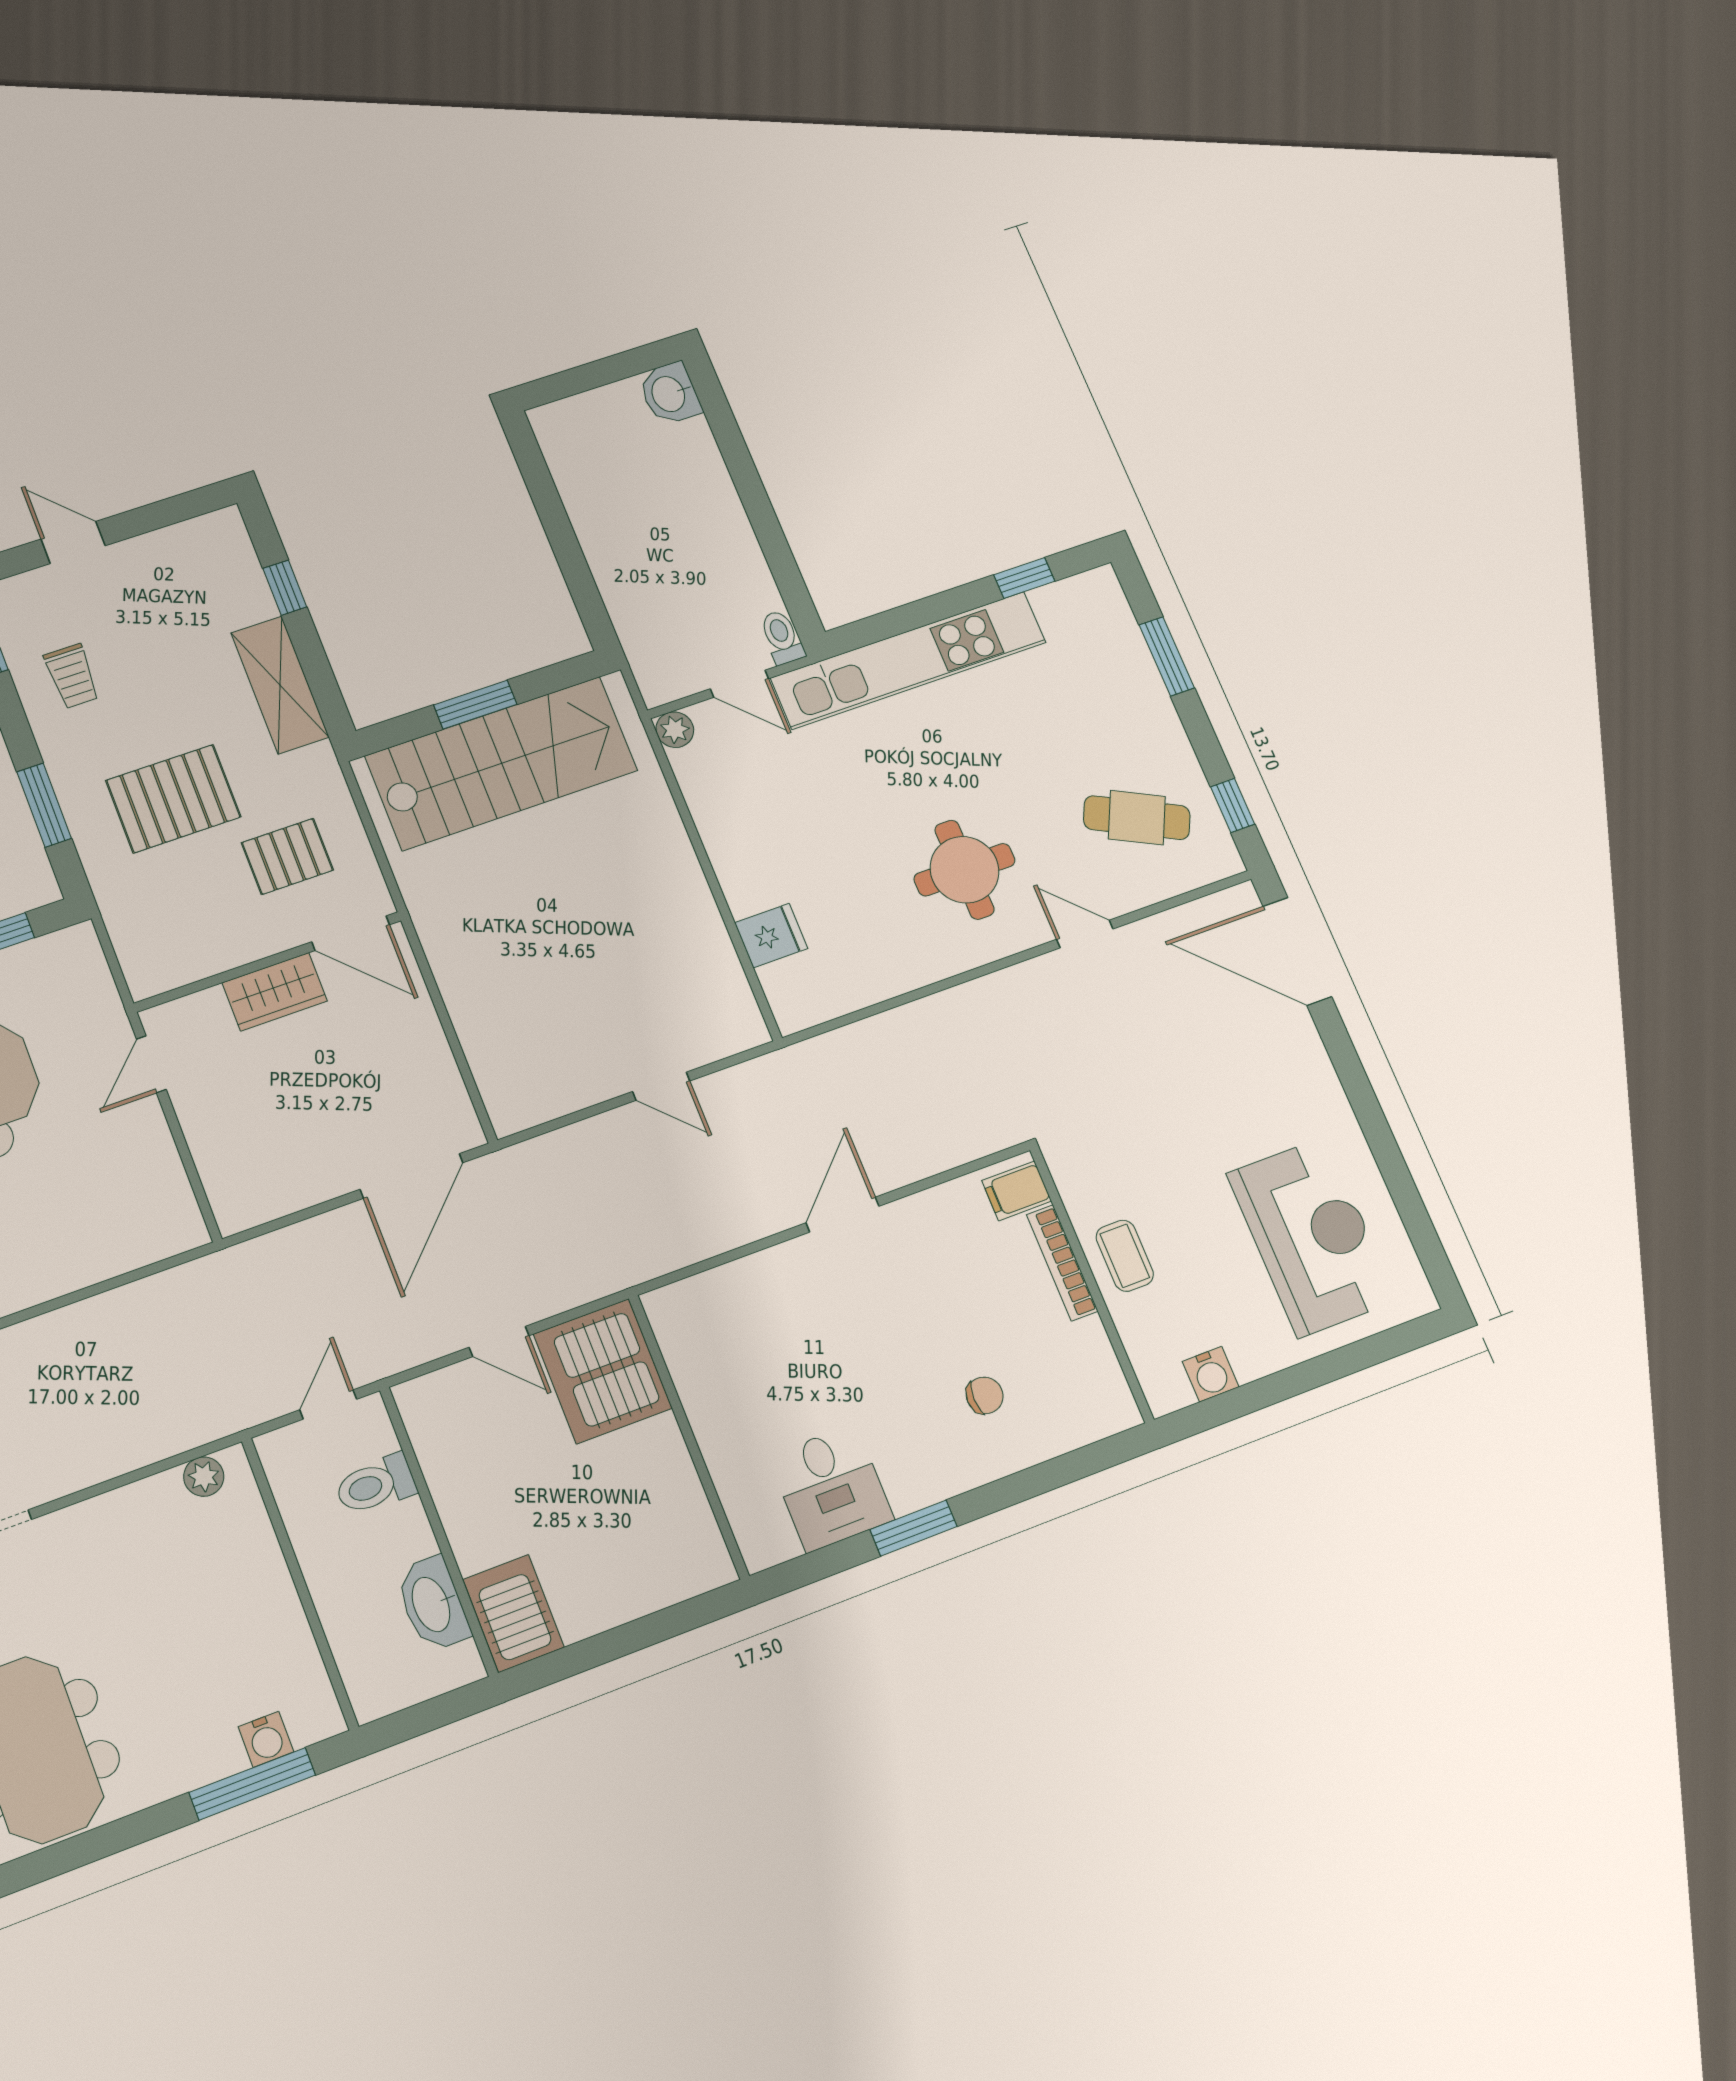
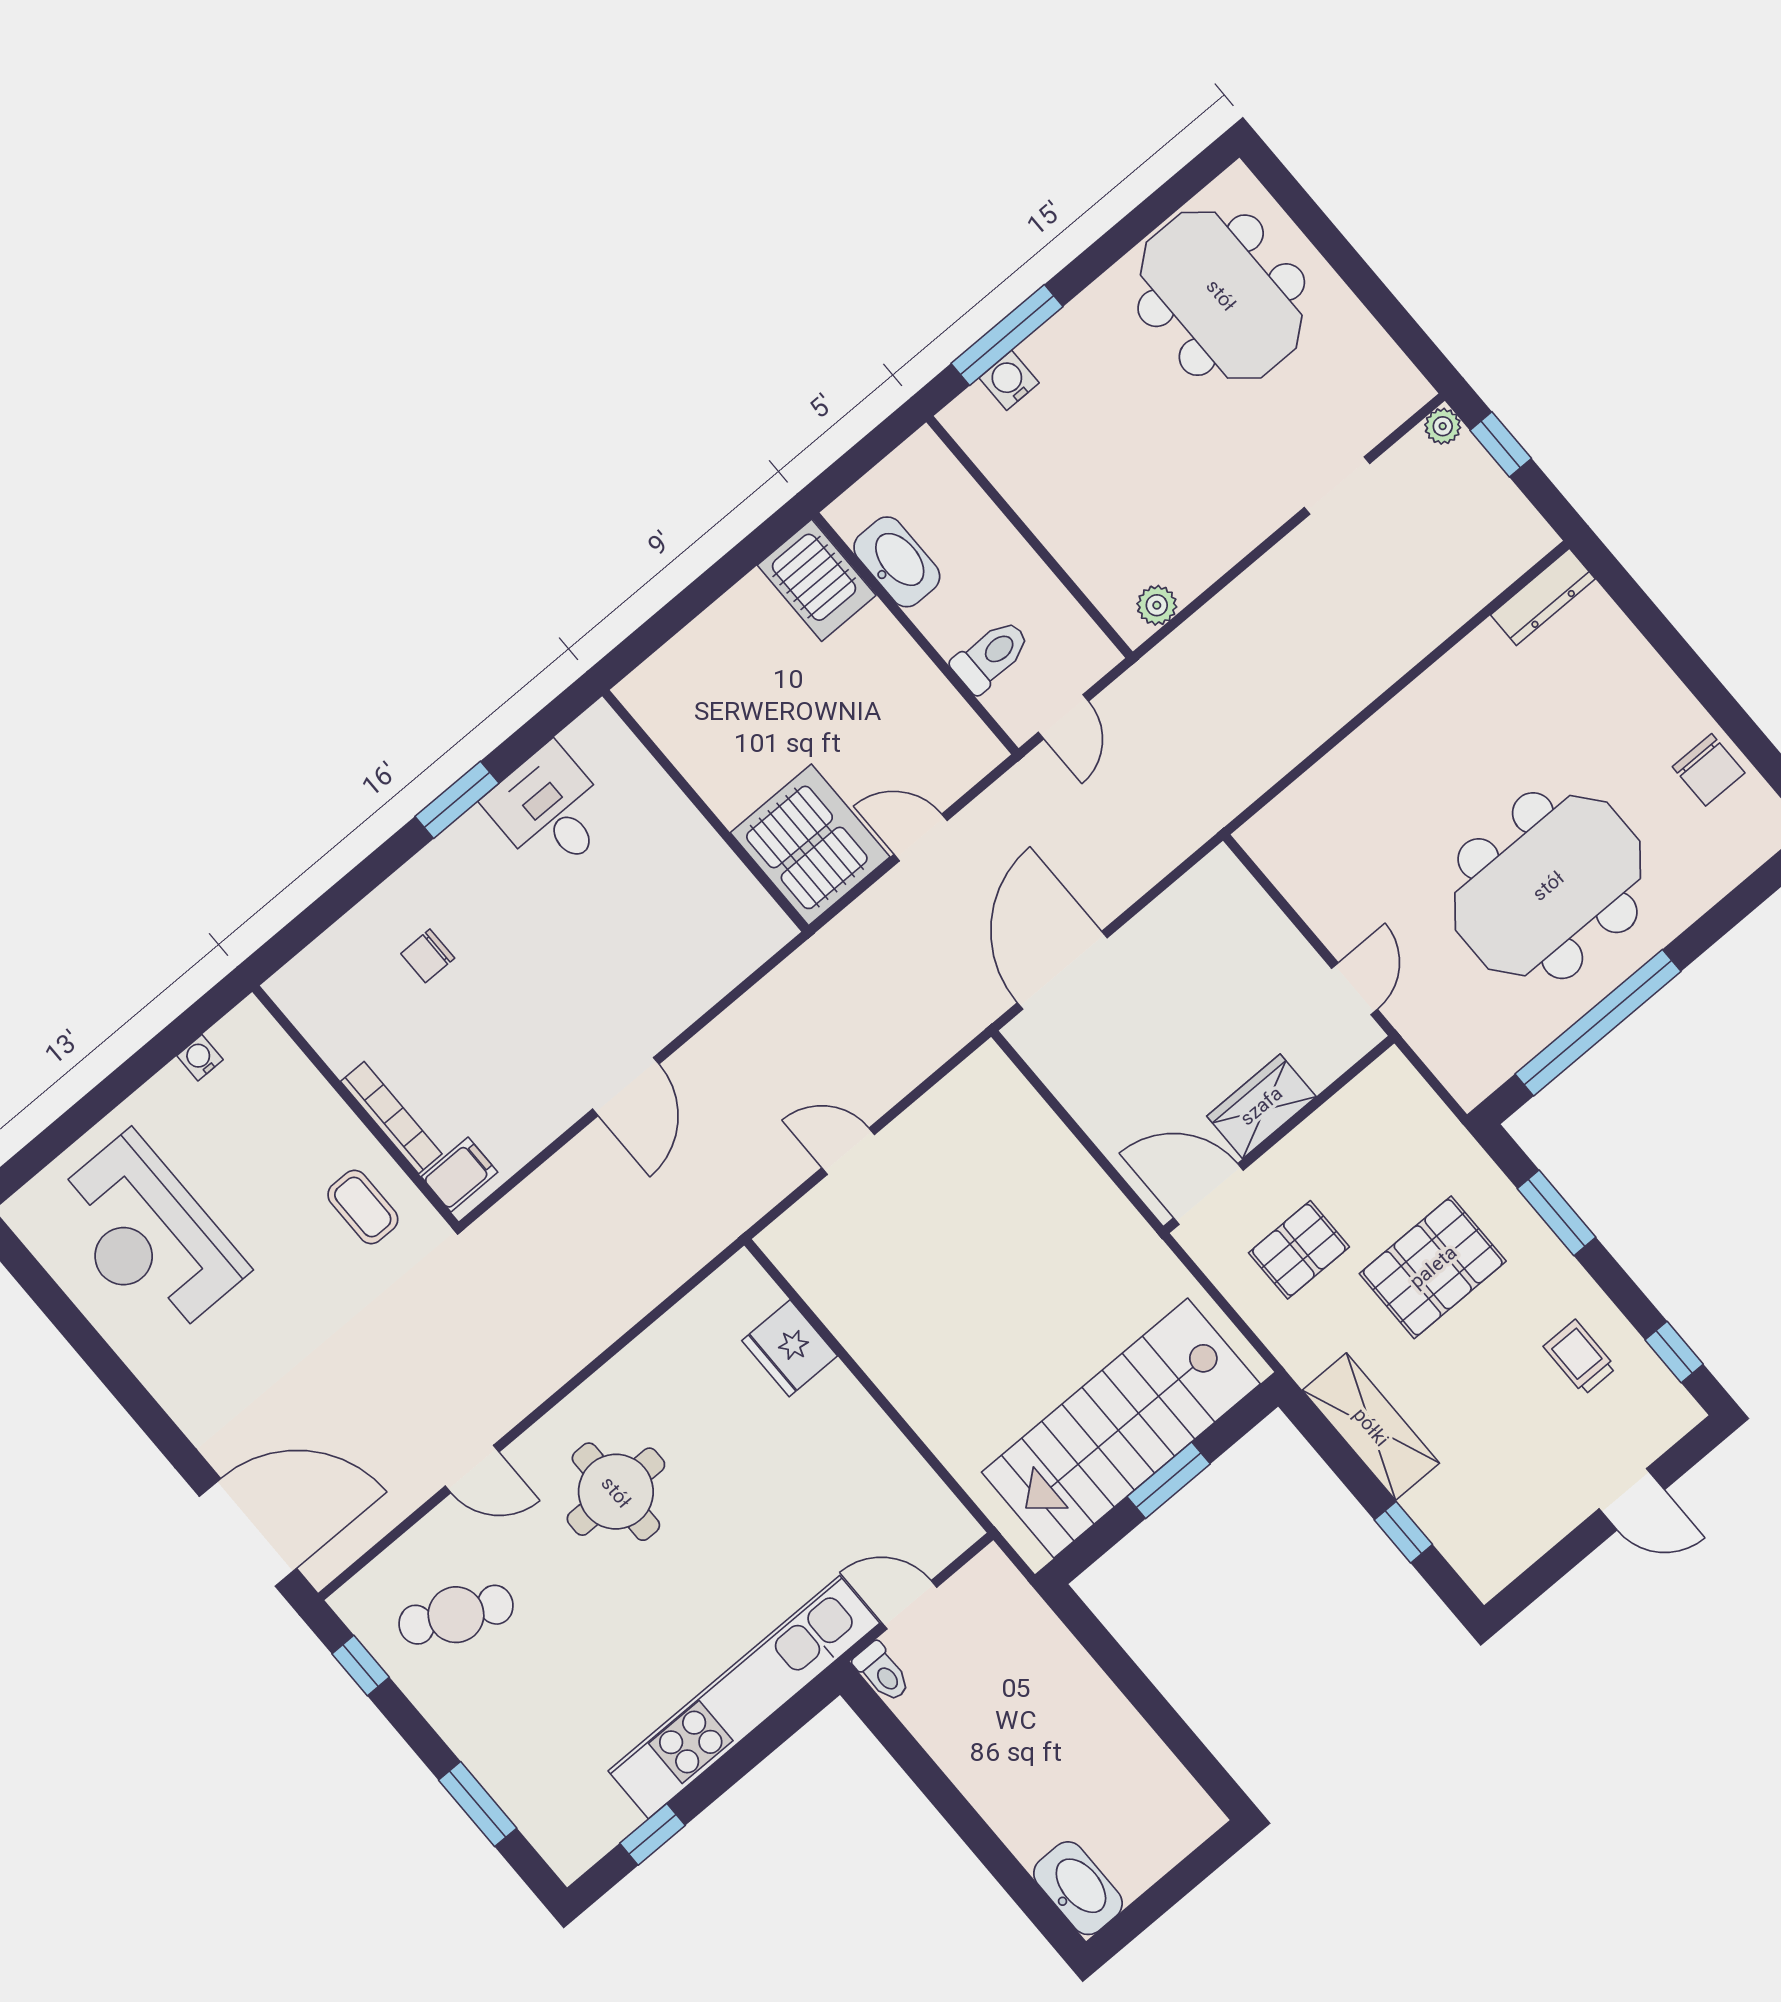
washbasin: (670, 394) -> (1078, 1888), width x1.38
plant: (675, 730) -> (958, 1530), removed
fridge: (771, 936) -> (790, 1348), width x1.38
coffee table: (1125, 1256) -> (363, 1207), moved
water cooler: (1211, 1374) -> (200, 1058), width x0.72, depth x0.72

